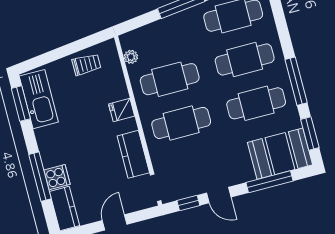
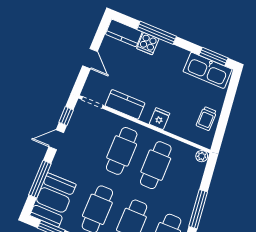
plant: (131, 57) -> (202, 156), moved

